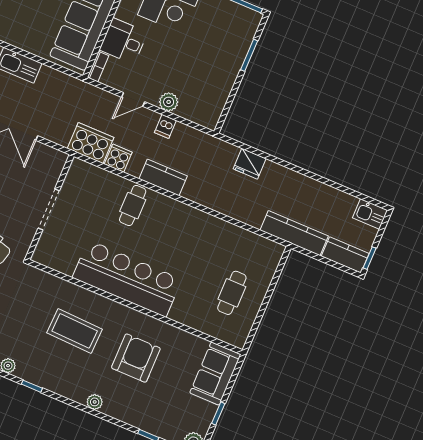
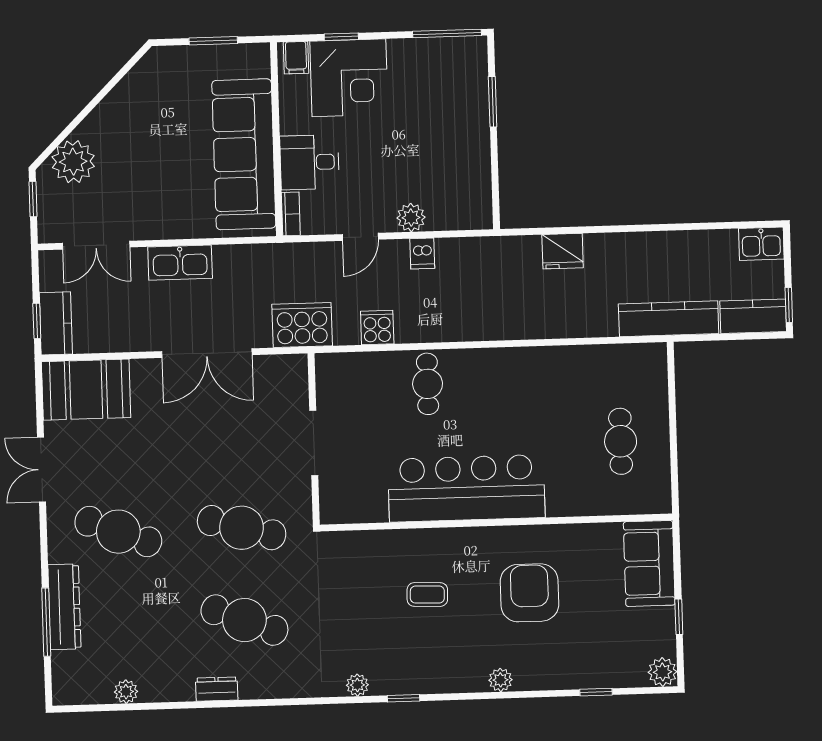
cooker: (91, 143) -> (302, 325), moved
kitchen counter: (163, 177) -> (452, 326), removed
coffee table: (75, 331) -> (427, 594), width x0.54, depth x0.58

